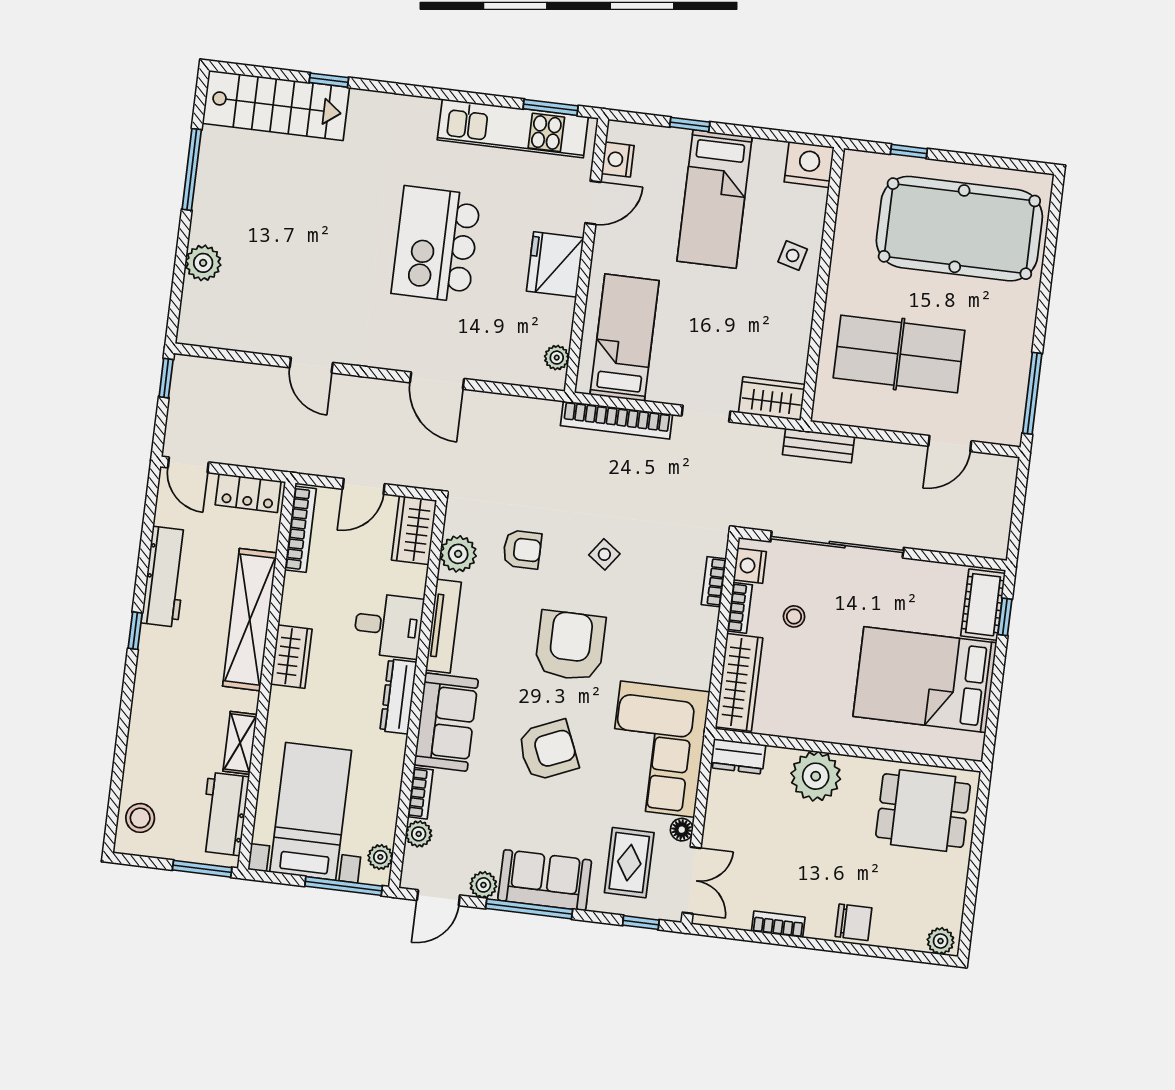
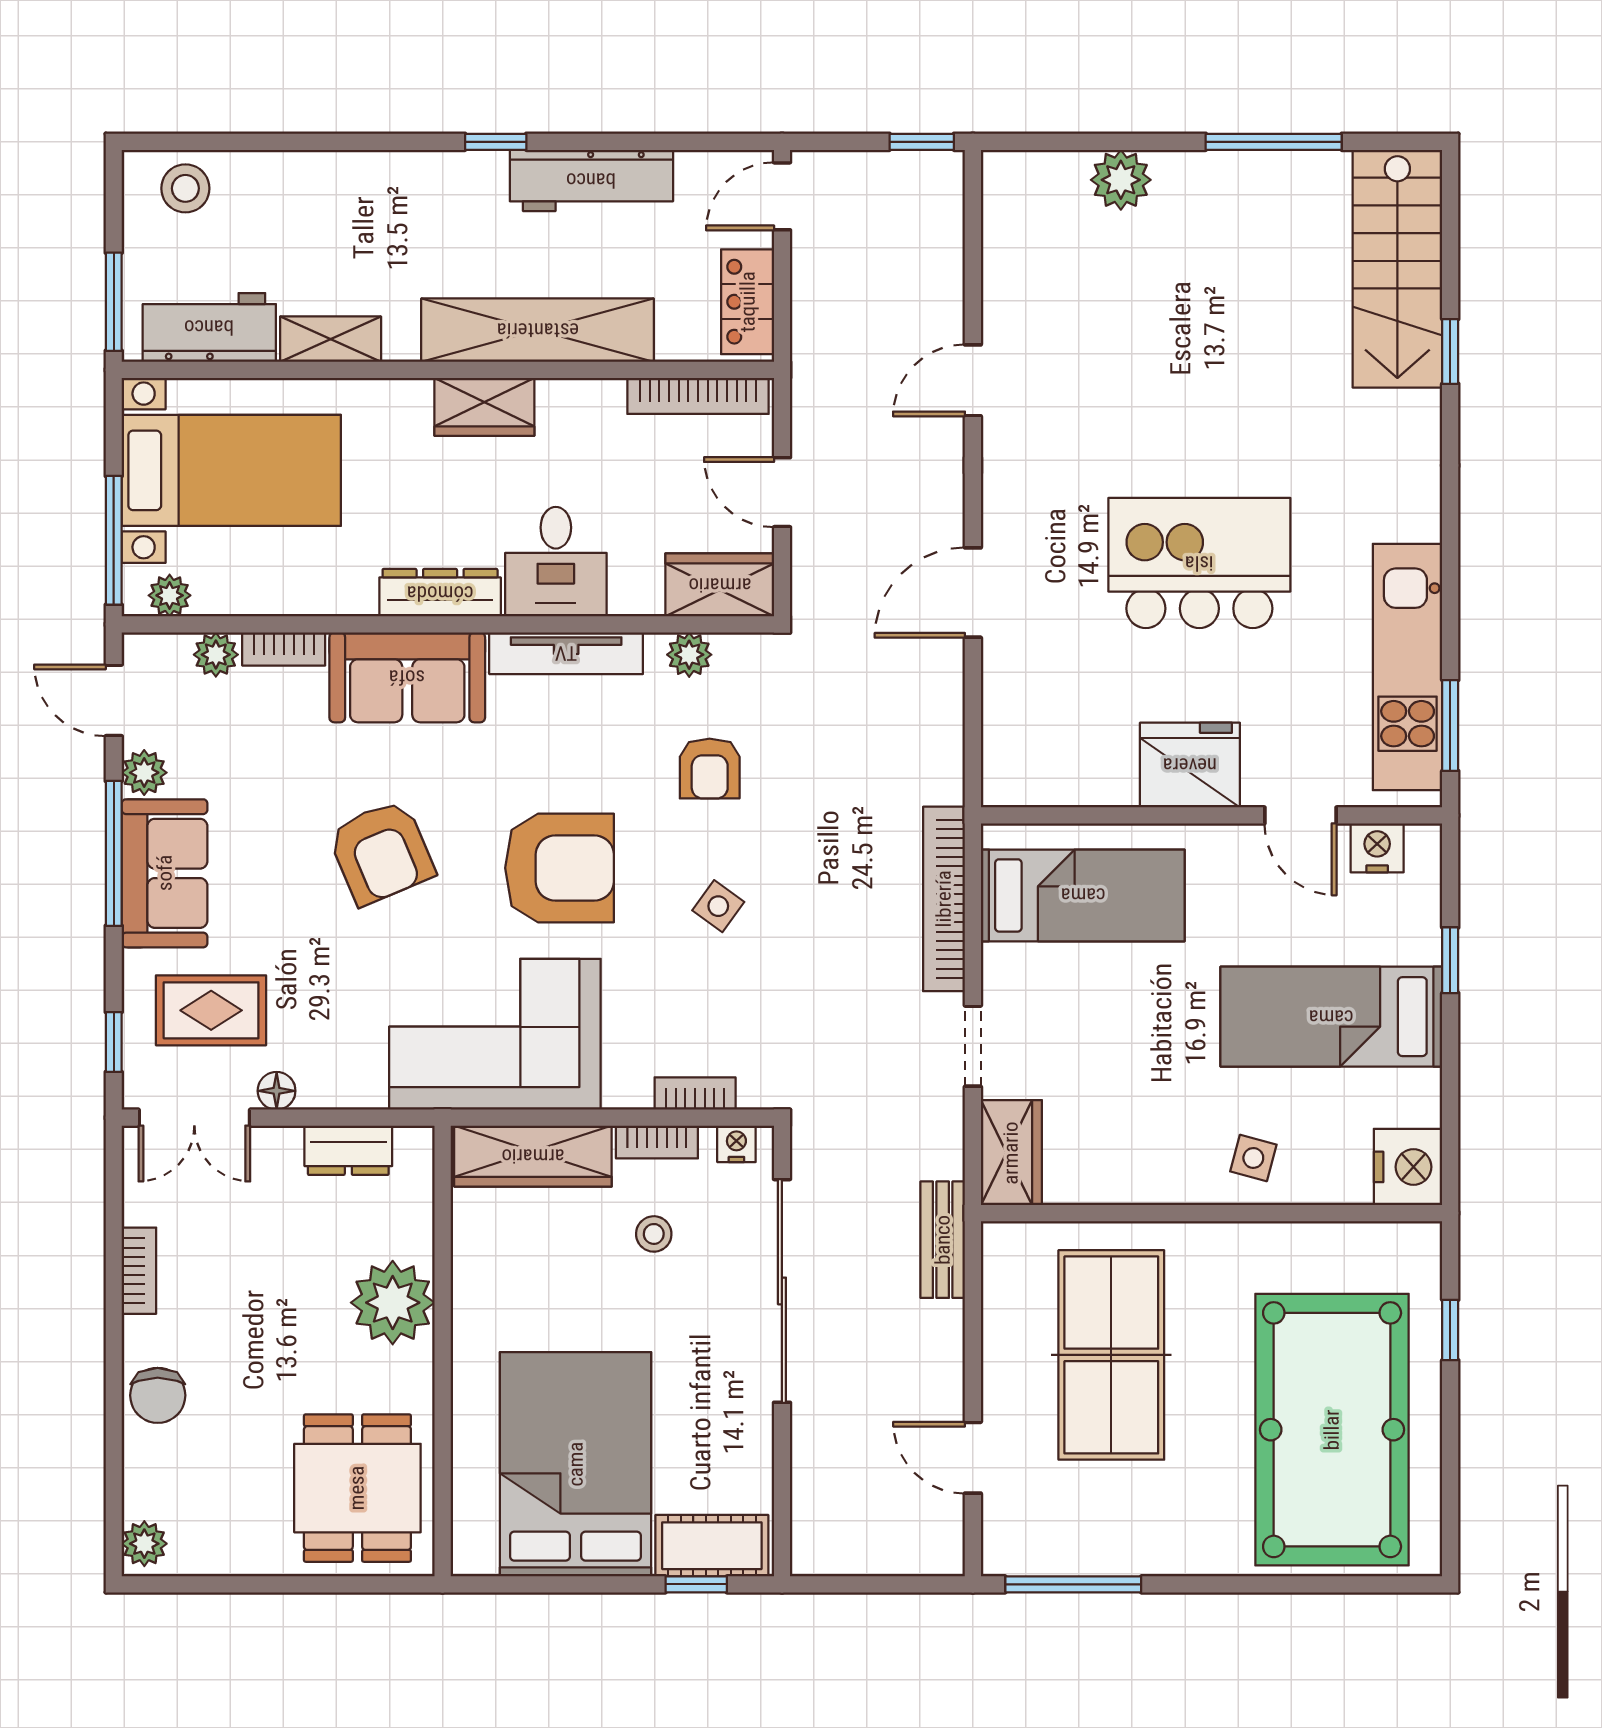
plant: (557, 358) -> (1036, 787), removed
plant: (458, 554) -> (689, 655), width x0.73, depth x0.73
nightstand: (750, 566) -> (736, 1144), width x0.72, depth x0.74
corner sofa: (658, 749) -> (495, 1034), moved
dresser: (738, 756) -> (348, 1150), moved, turned -90

